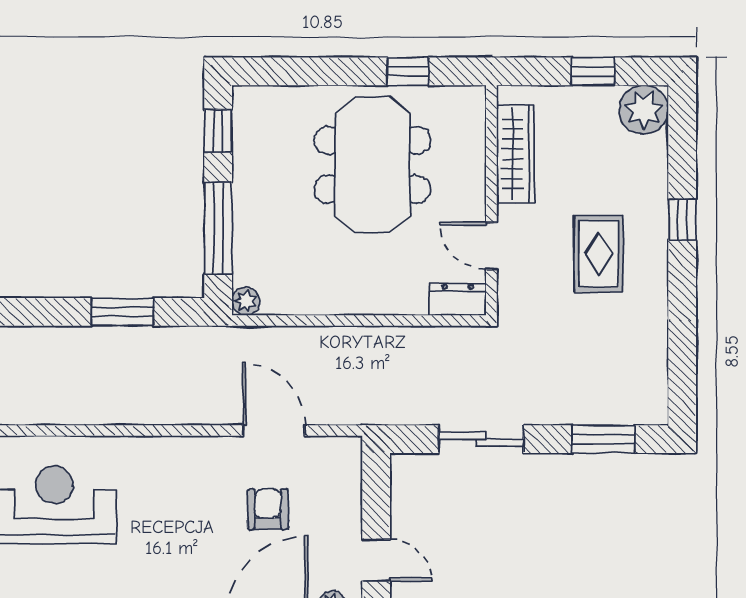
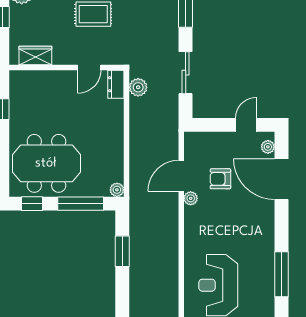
wardrobe: (515, 154) -> (35, 56), width x0.67
meeting table: (372, 165) -> (46, 163), moved
plant: (452, 344) -> (138, 87), added
plant: (229, 449) -> (191, 198), added

